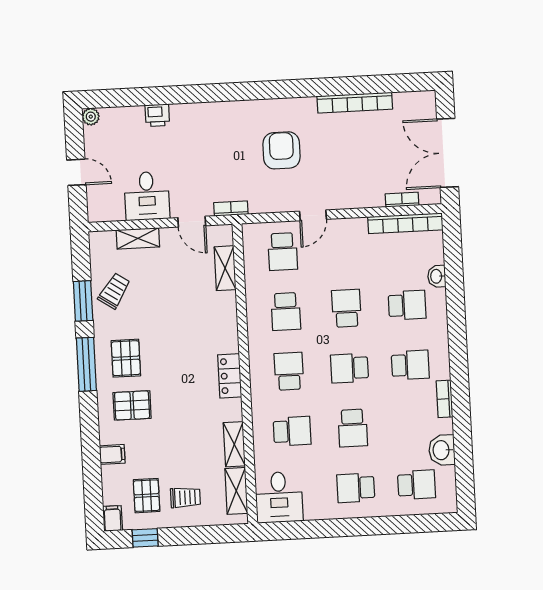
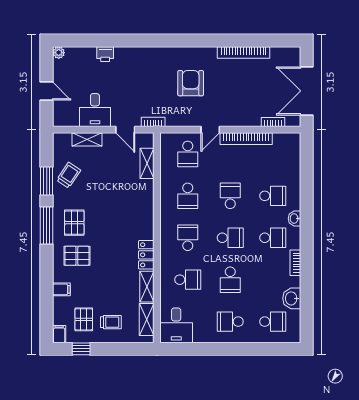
bookcase: (405, 223) -> (246, 139), moved
washbasin: (437, 276) -> (294, 219), moved
school desk: (350, 368) -> (230, 238), turned 180
locker: (230, 376) -> (146, 255), moved

